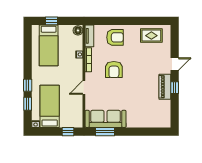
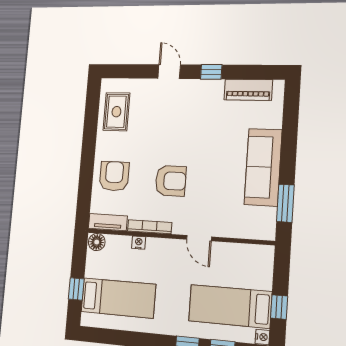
piano: (165, 87) -> (248, 90), moved
sofa: (106, 119) -> (263, 167), moved
window: (68, 132) -> (279, 307), moved

